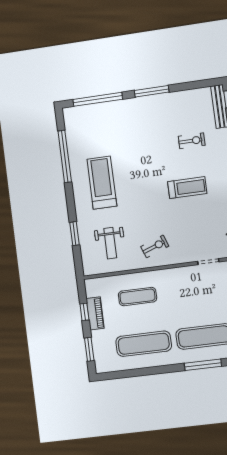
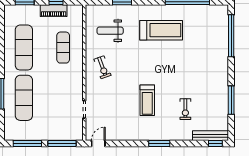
window: (152, 91) -> (231, 100), moved

